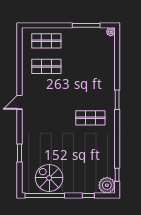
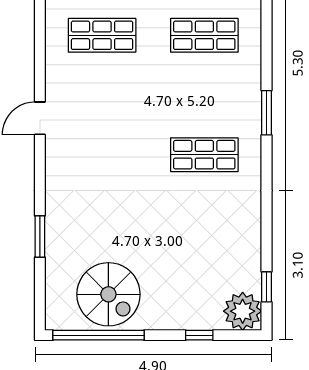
shop shelf: (90, 66) -> (204, 35), added
spiral stairs: (49, 178) -> (108, 294), turned 180

